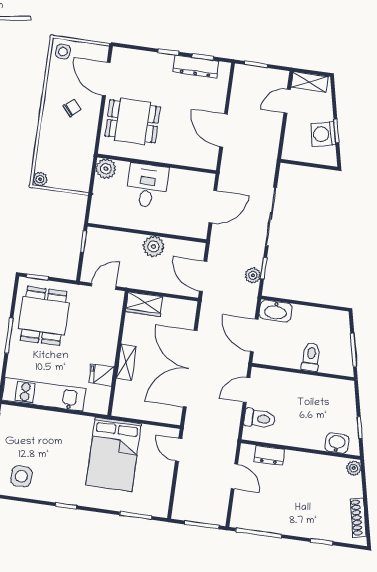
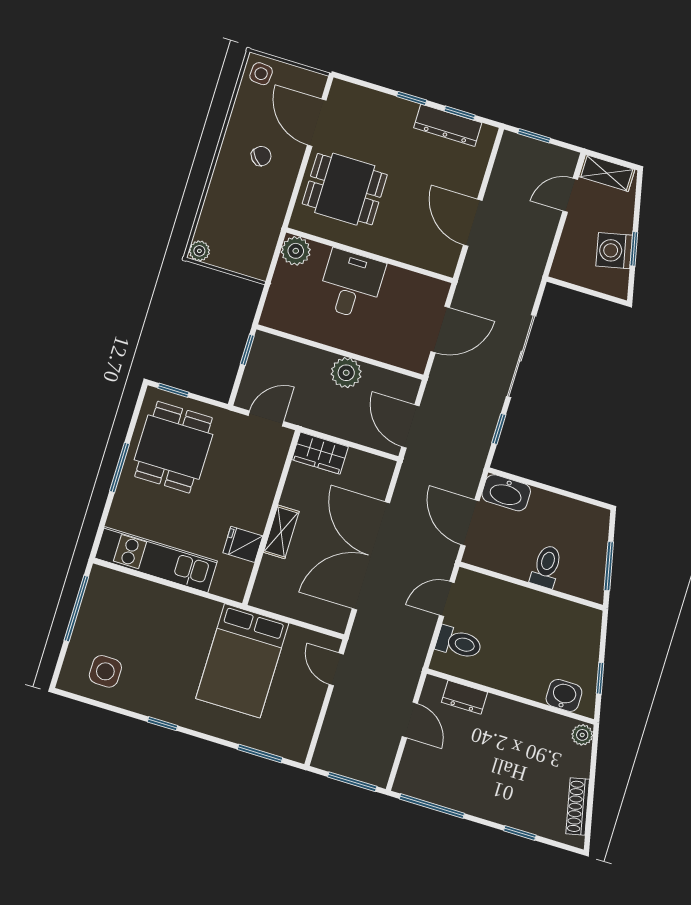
plant: (253, 275) -> (482, 436), removed

